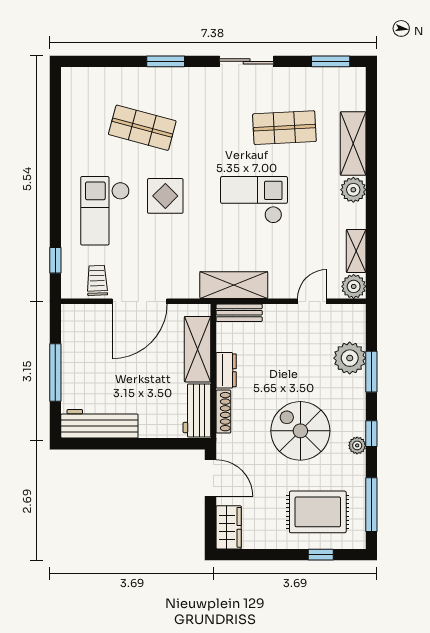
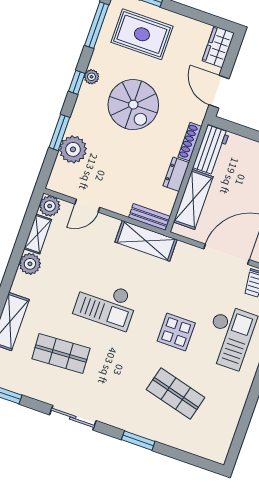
plant: (353, 190) -> (30, 264), moved

